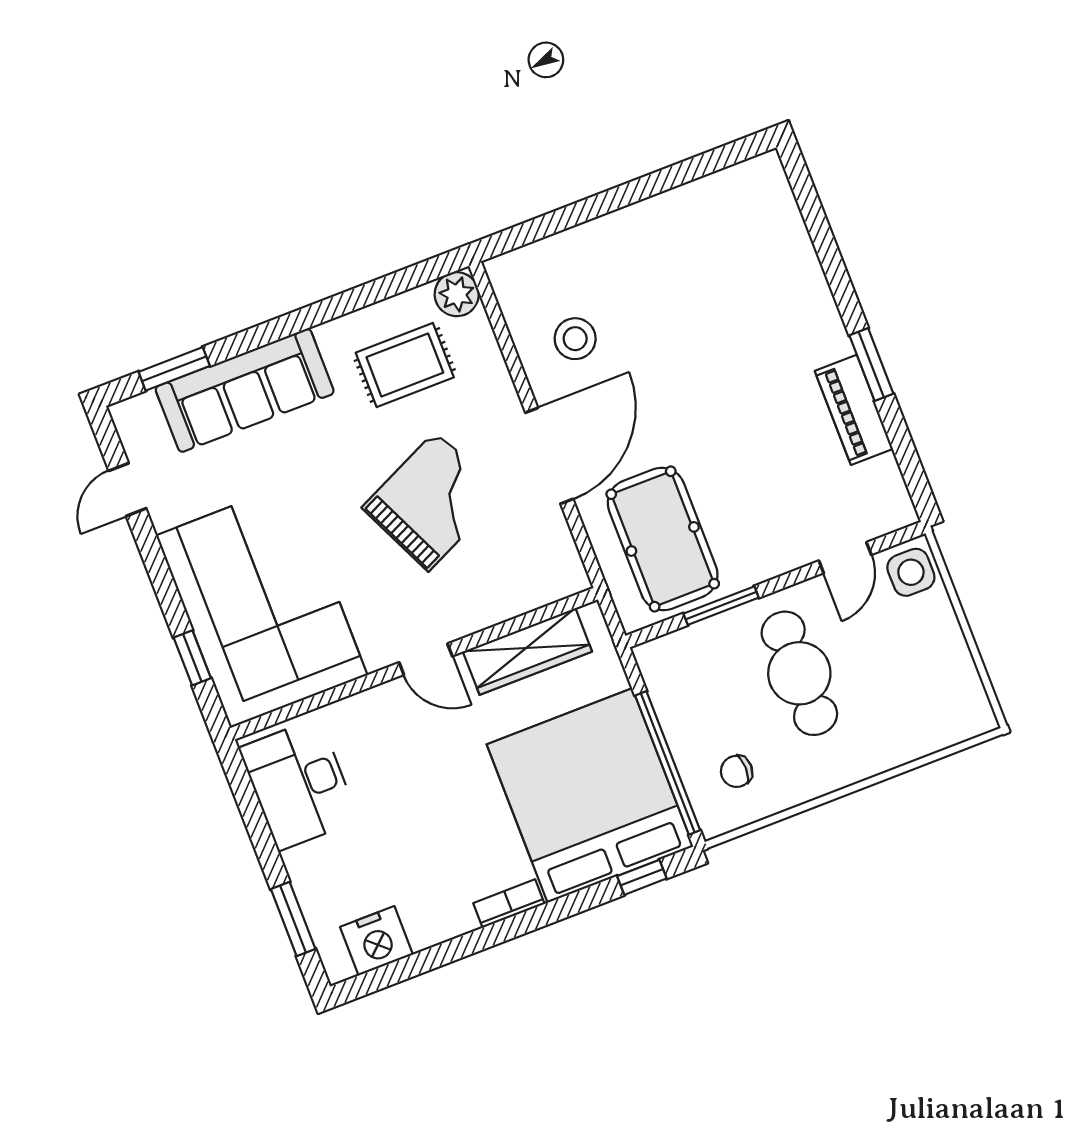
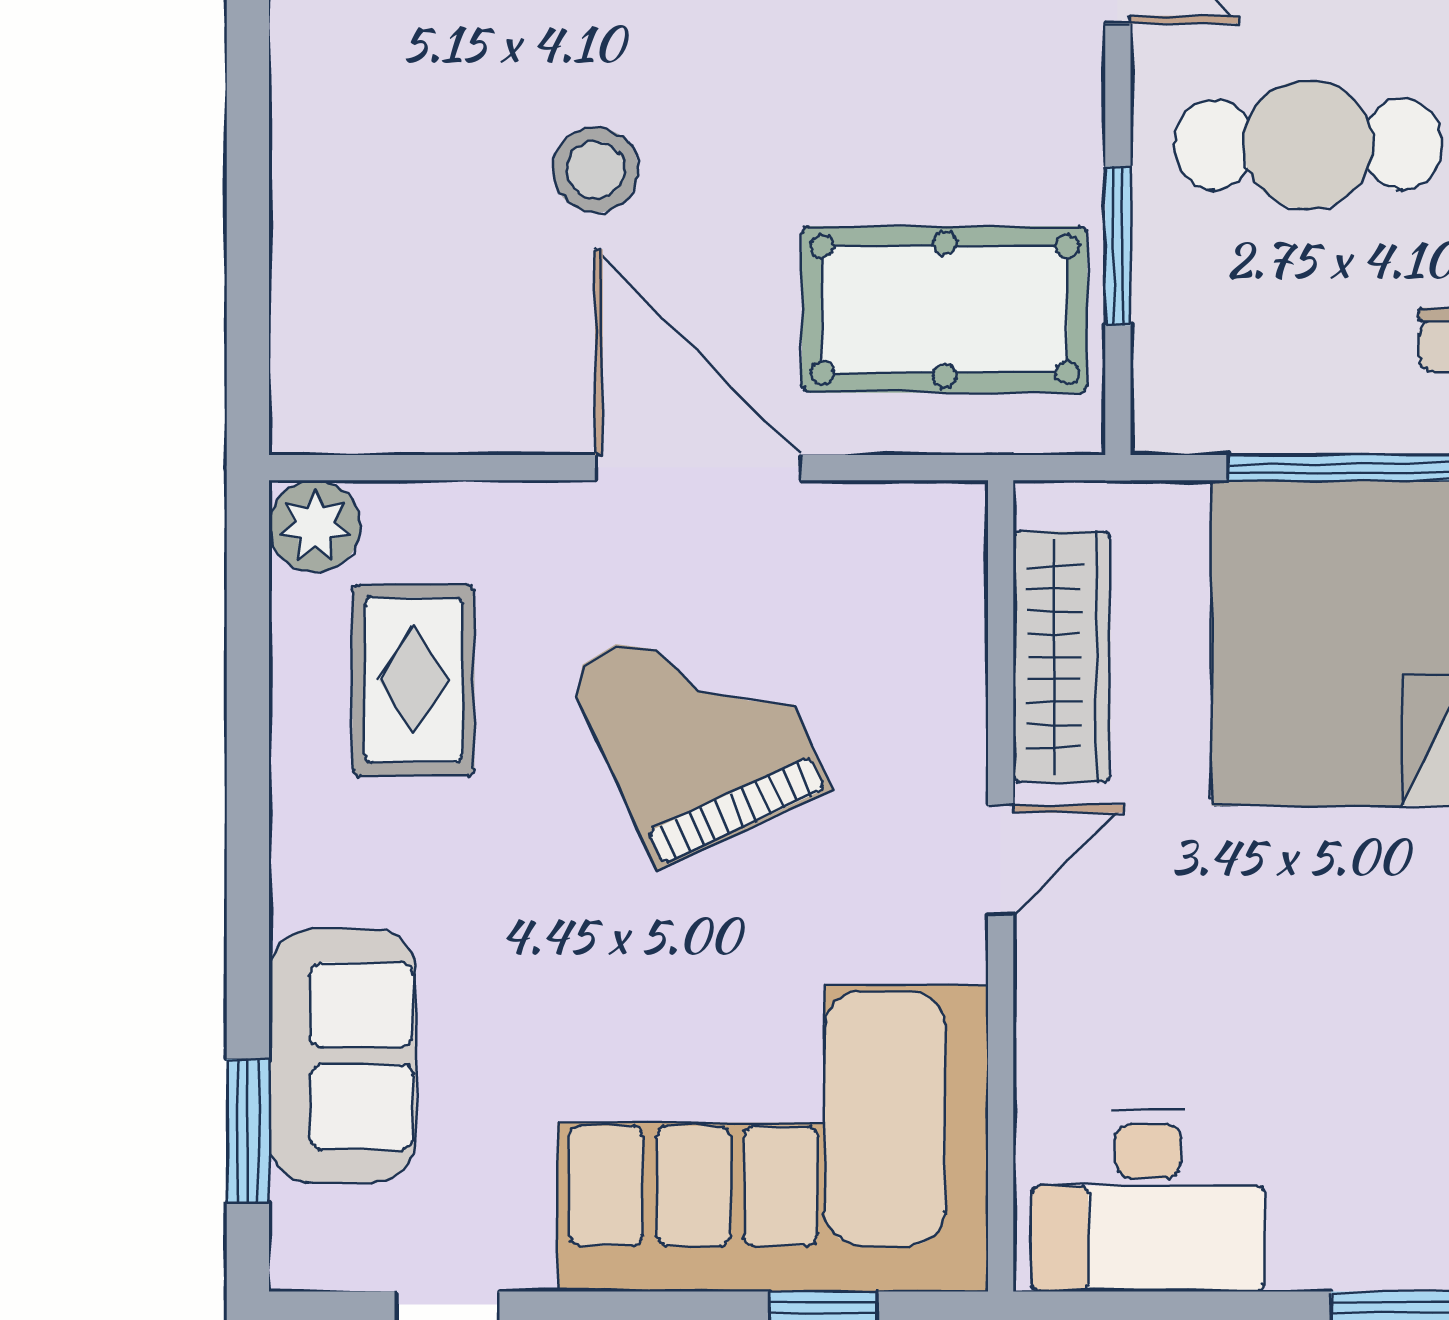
stool: (575, 339) -> (596, 170), moved
sofa: (245, 390) -> (342, 1056), width x0.73

